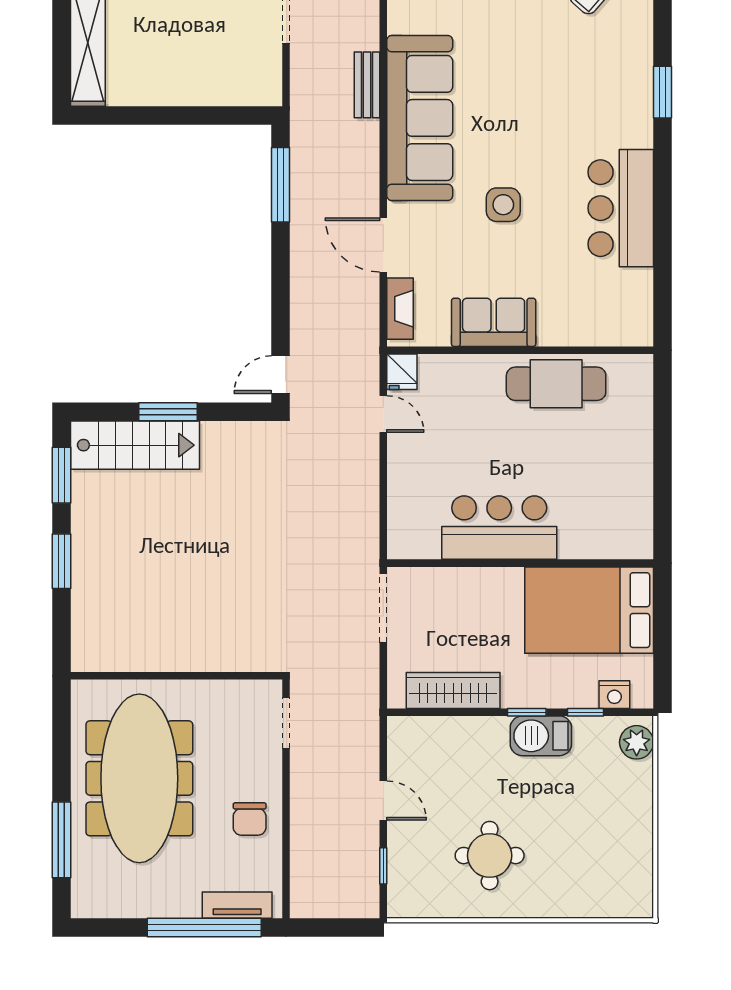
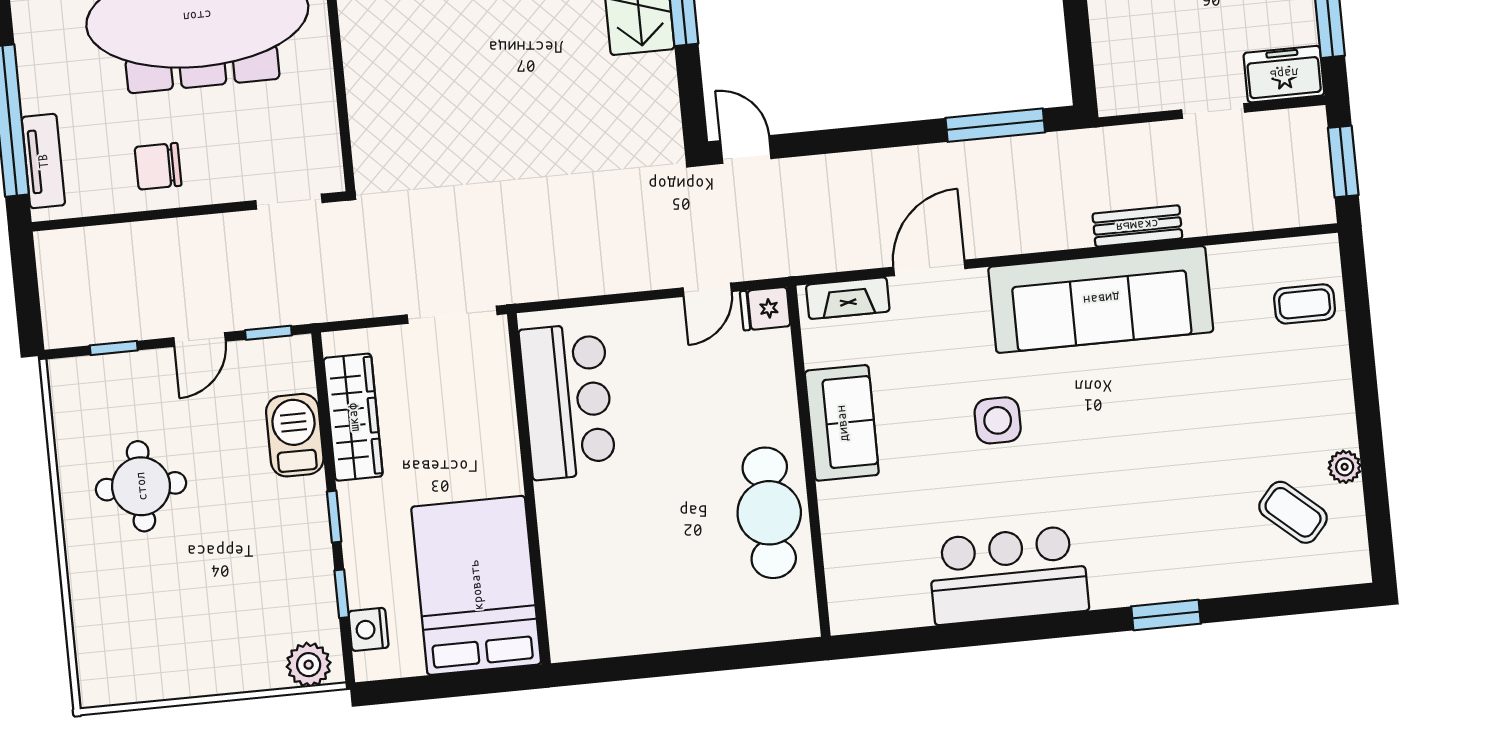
bar counter: (499, 528) -> (567, 401), moved
barbecue: (541, 736) -> (295, 435), moved
window: (383, 748) -> (268, 333), added

